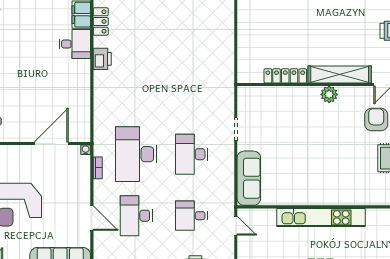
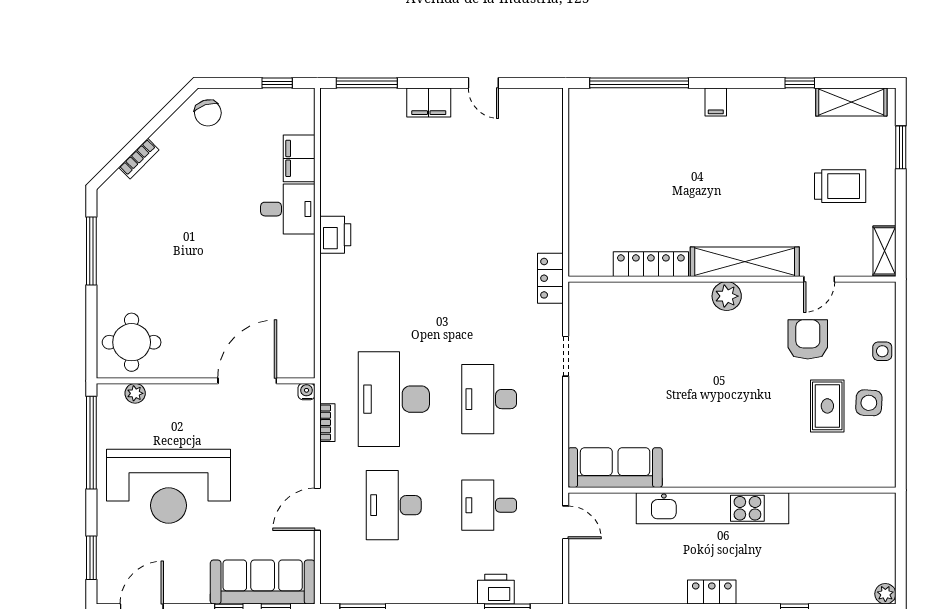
locker: (101, 21) -> (550, 278), moved, turned 180
sofa: (249, 178) -> (615, 468), moved, turned -90
door: (92, 218) -> (317, 509), swing flipped

